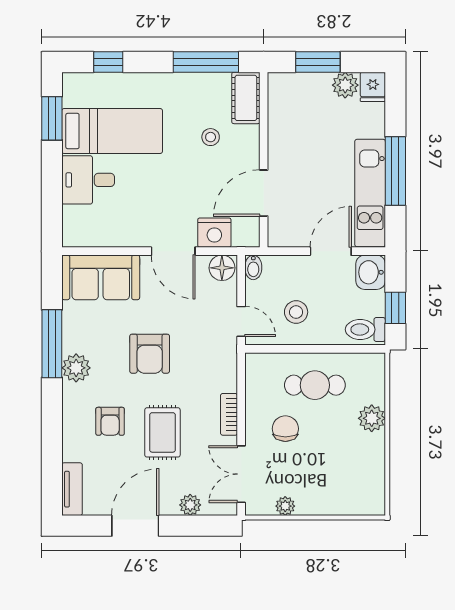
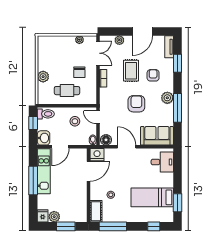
desk: (88, 180) -> (162, 162), moved
nightstand: (214, 233) -> (97, 155), moved
window: (52, 450) -> (177, 63), added

